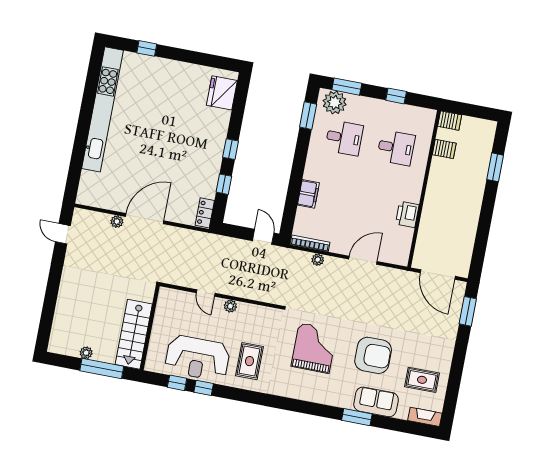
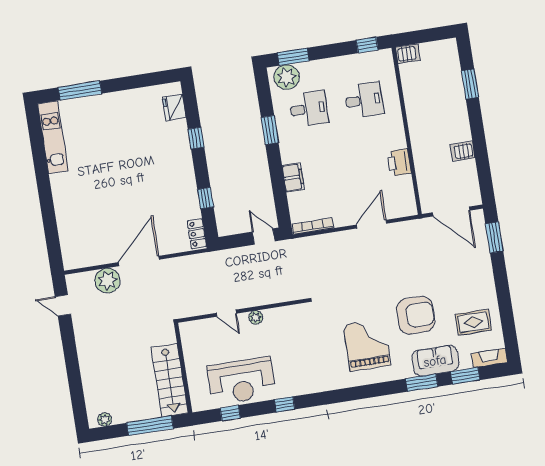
window: (147, 48) -> (80, 90), width x2.17
fridge: (222, 93) -> (174, 107), width x0.73, depth x0.75
window: (396, 96) -> (367, 45), moved
kitchen unit: (102, 109) -> (53, 137), width x0.54
window: (308, 116) -> (270, 130), moved
window: (231, 149) -> (196, 138), moved
server rack: (444, 149) -> (463, 151), moved, turned 180
plant: (117, 222) -> (107, 280), width x1.88, depth x1.88
plant: (318, 260) -> (326, 240), removed
grand piano: (314, 348) -> (367, 345), moved
plant: (86, 353) -> (105, 420), moved
rug: (250, 361) -> (295, 365), removed
window: (204, 388) -> (285, 404), moved
window: (398, 425) -> (465, 376), added

